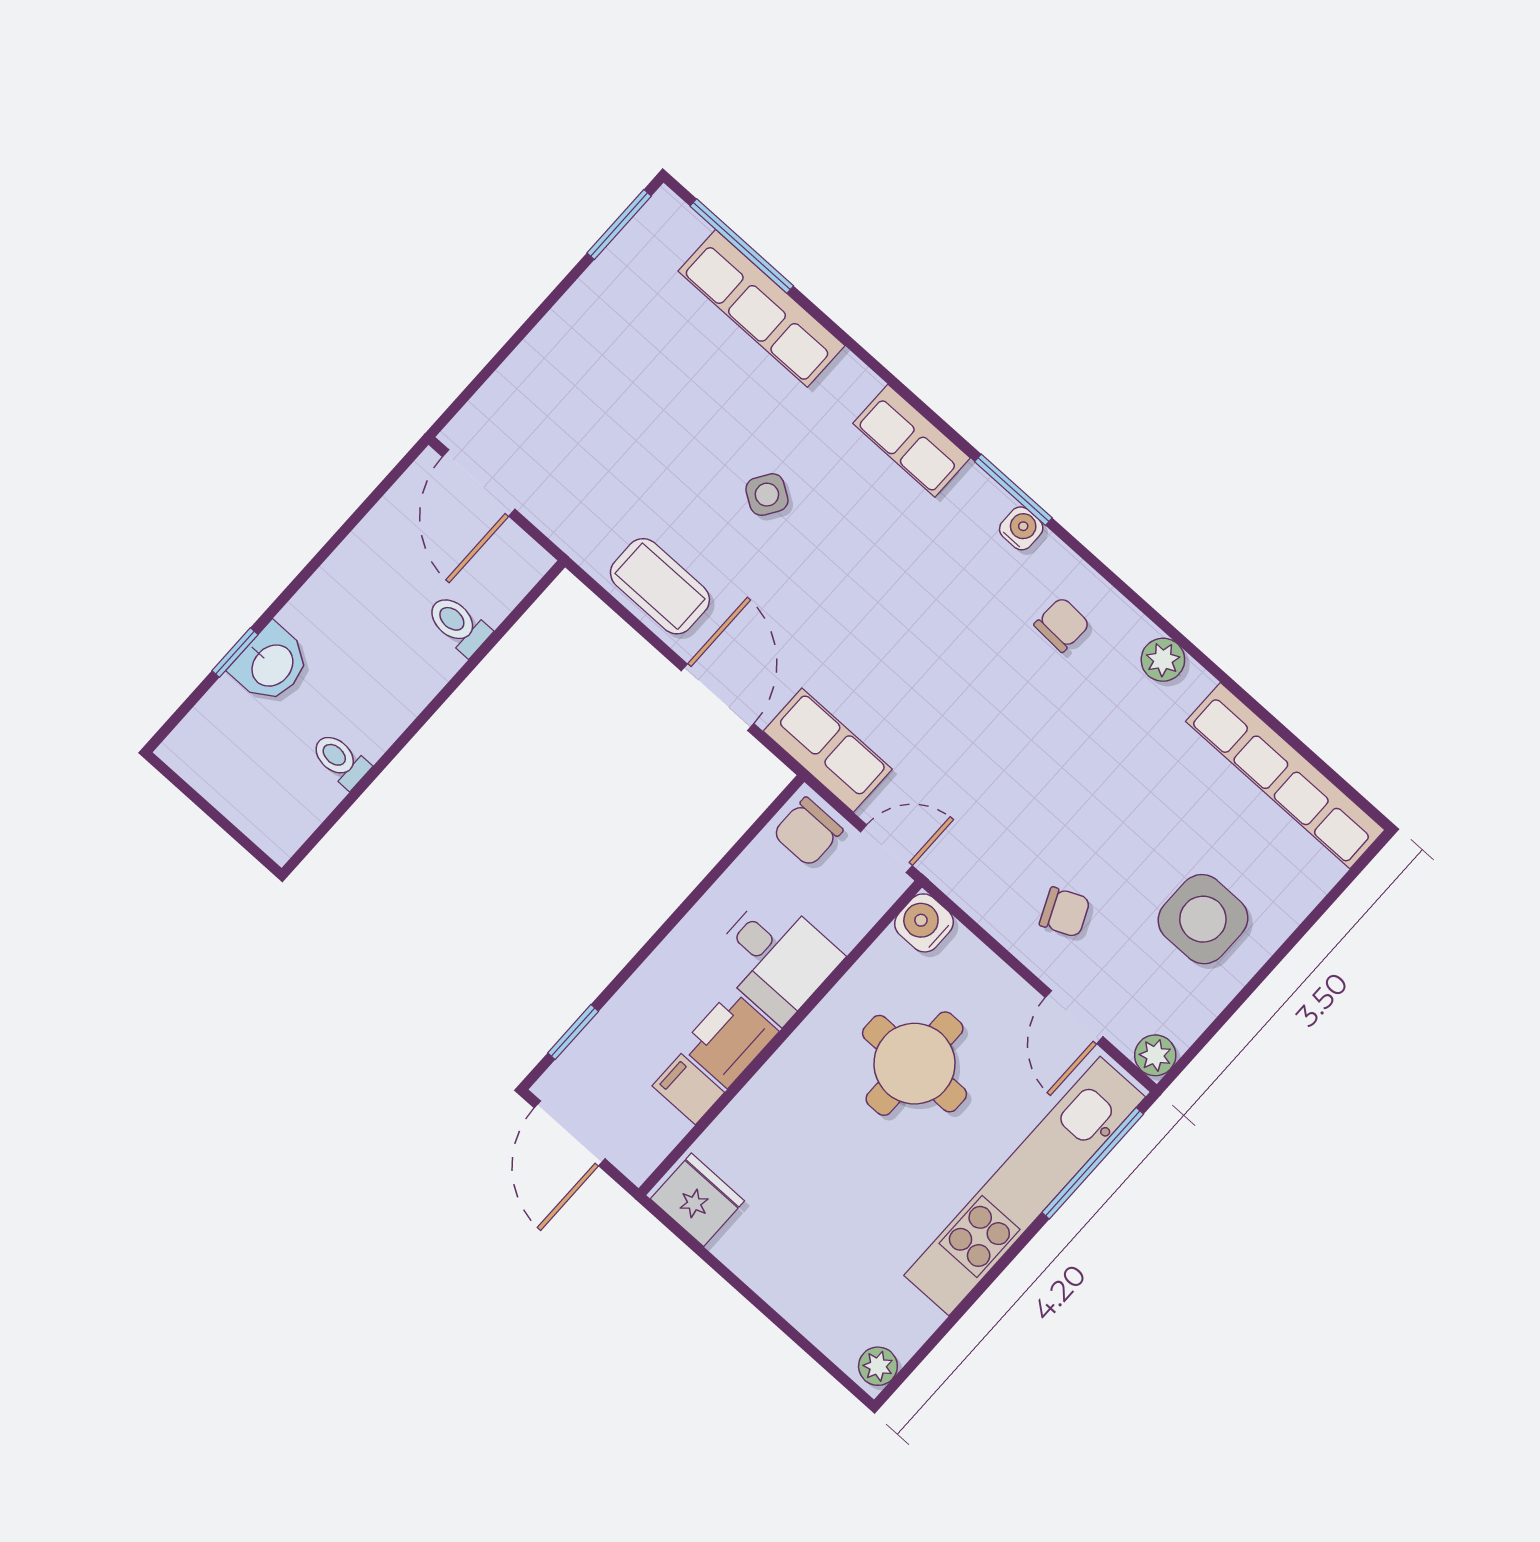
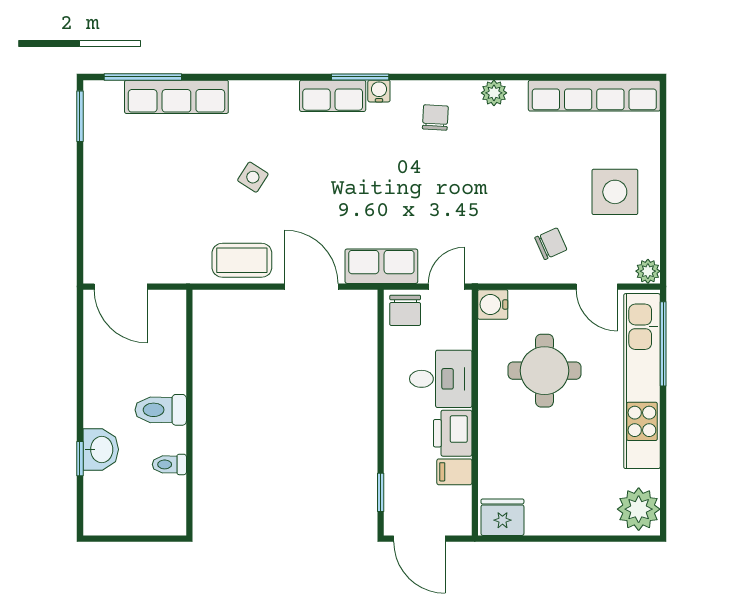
row of seats: (911, 441) -> (333, 96), moved
toilet: (458, 625) -> (161, 410), moved, width x1.37, depth x1.39
plant: (878, 1366) -> (639, 509), width x1.88, depth x1.88

